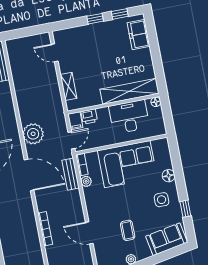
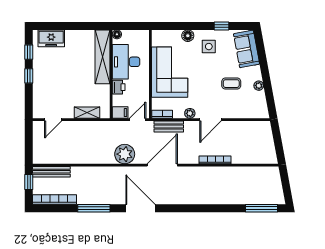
printer: (89, 117) -> (119, 87), moved
door: (71, 140) -> (138, 120), hinge flipped
plant: (86, 181) -> (190, 113), moved
door: (89, 233) -> (211, 120), moved

